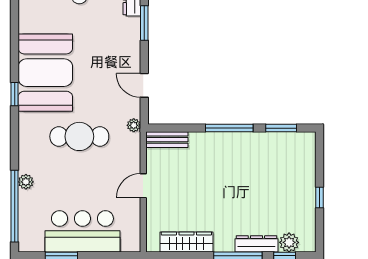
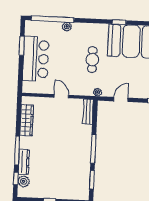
cafe table: (79, 136) -> (92, 60), width x0.73, depth x0.74

